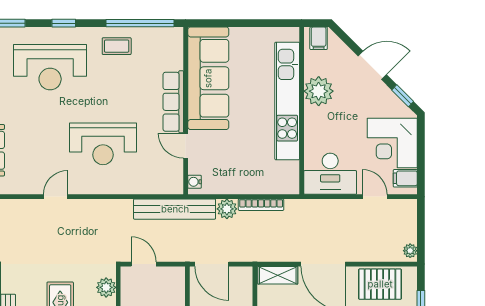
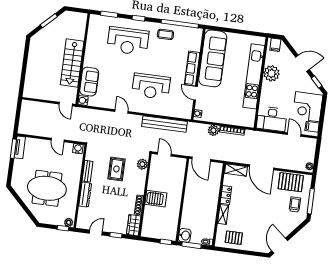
door: (56, 197) -> (122, 111), hinge flipped
bench: (175, 209) -> (165, 124), moved

